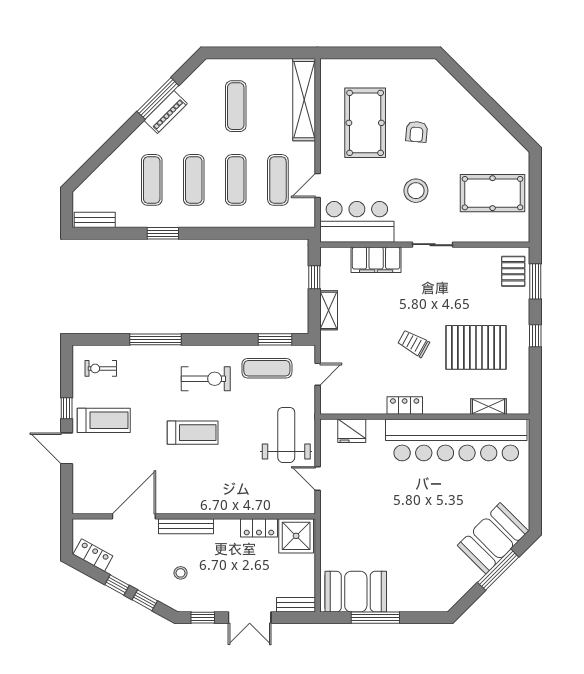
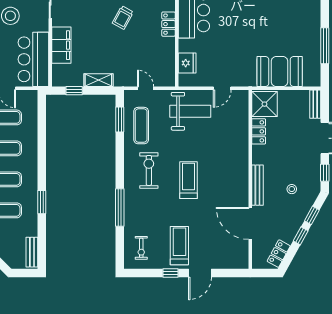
weight bench: (286, 435) -> (190, 111), turned 180
booth: (356, 592) -> (280, 72), moved, turned 90

